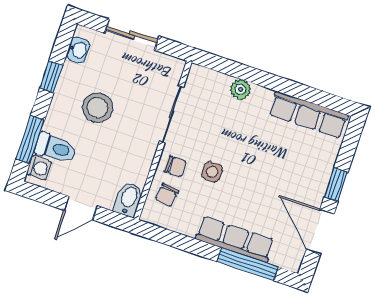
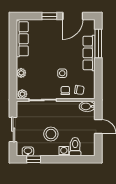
window: (51, 77) -> (34, 159), moved
plant: (197, 77) -> (22, 94), added
window: (30, 139) -> (75, 159), removed
washing machine: (39, 168) -> (64, 151), moved

